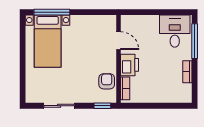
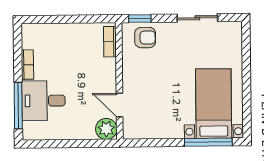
plant: (129, 23) -> (106, 129), added
desk: (175, 31) -> (43, 101), moved, turned 90
printer: (129, 65) -> (104, 73), removed
armchair: (107, 81) -> (145, 38), moved, turned -90

